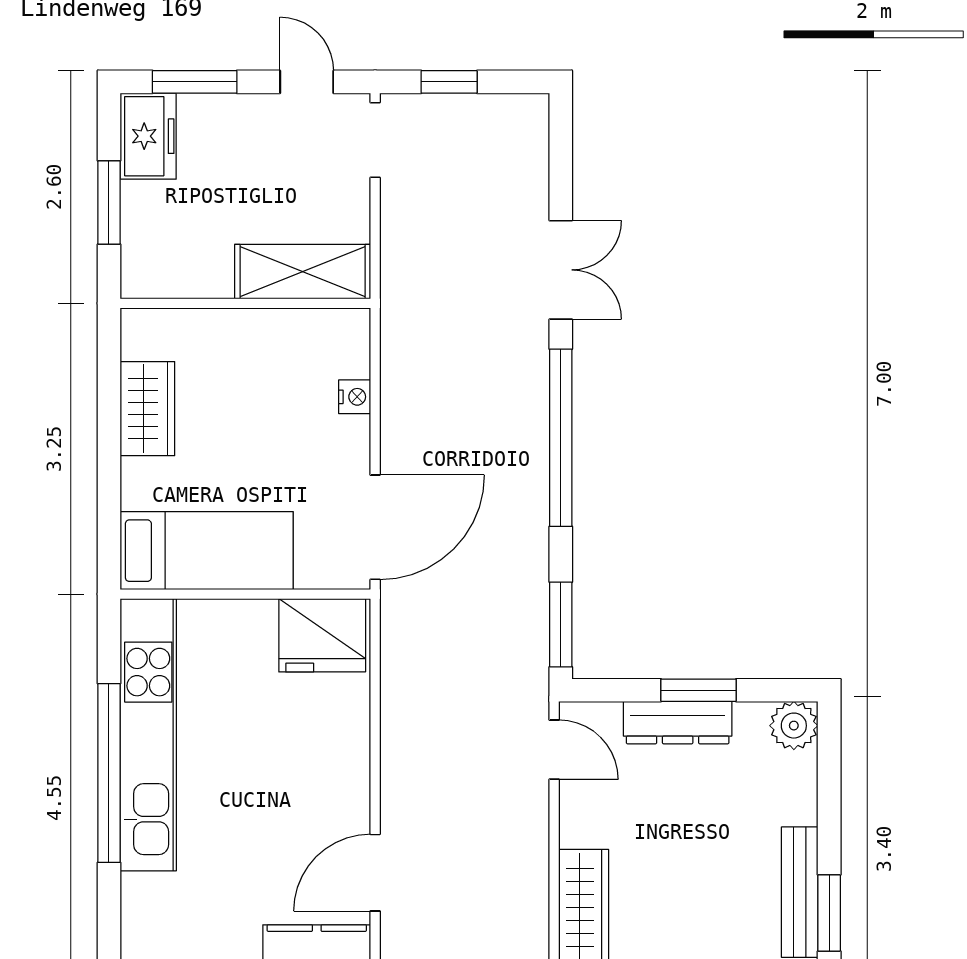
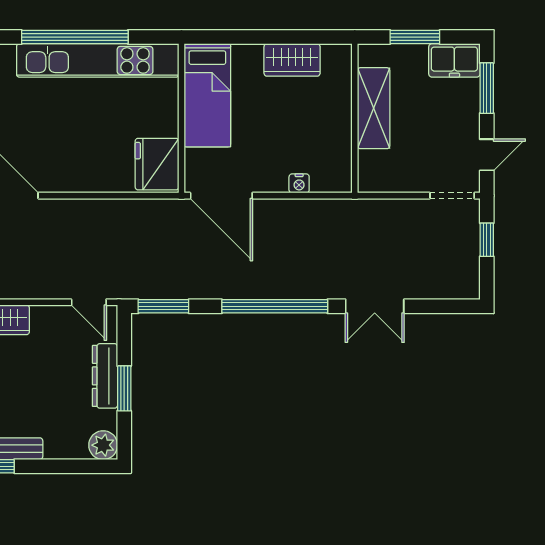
shelving: (303, 272) -> (374, 108), moved
door: (554, 750) -> (89, 302), hinge flipped

